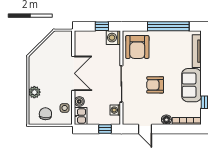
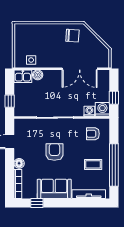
armchair: (137, 47) -> (93, 134), width x0.53, depth x0.53
coffee table: (168, 47) -> (93, 164), added
double door: (73, 73) -> (80, 69), moved
plant: (34, 92) -> (47, 29), removed
washing machine: (115, 110) -> (89, 111), moved
chair: (45, 114) -> (72, 36), moved

